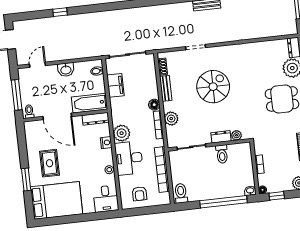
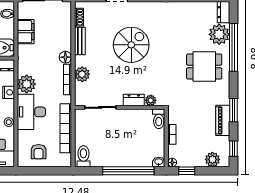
toilet: (222, 154) -> (159, 119), moved

